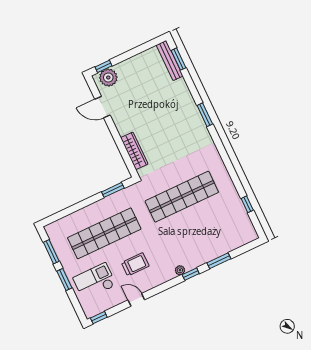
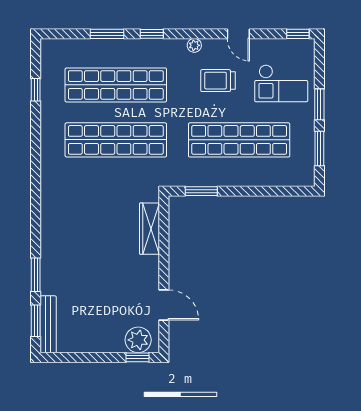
window: (205, 115) -> (36, 275), moved
shop shelf: (198, 231) -> (116, 85), added
plant: (180, 270) -> (194, 45), moved

